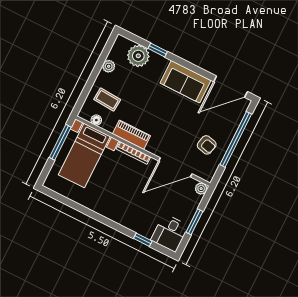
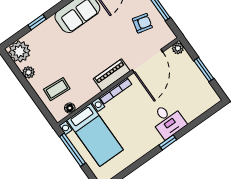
plant: (138, 56) -> (19, 51), moved
piano: (131, 135) -> (112, 75), moved
desk: (170, 233) -> (168, 120), moved
window: (143, 240) -> (168, 142), moved

